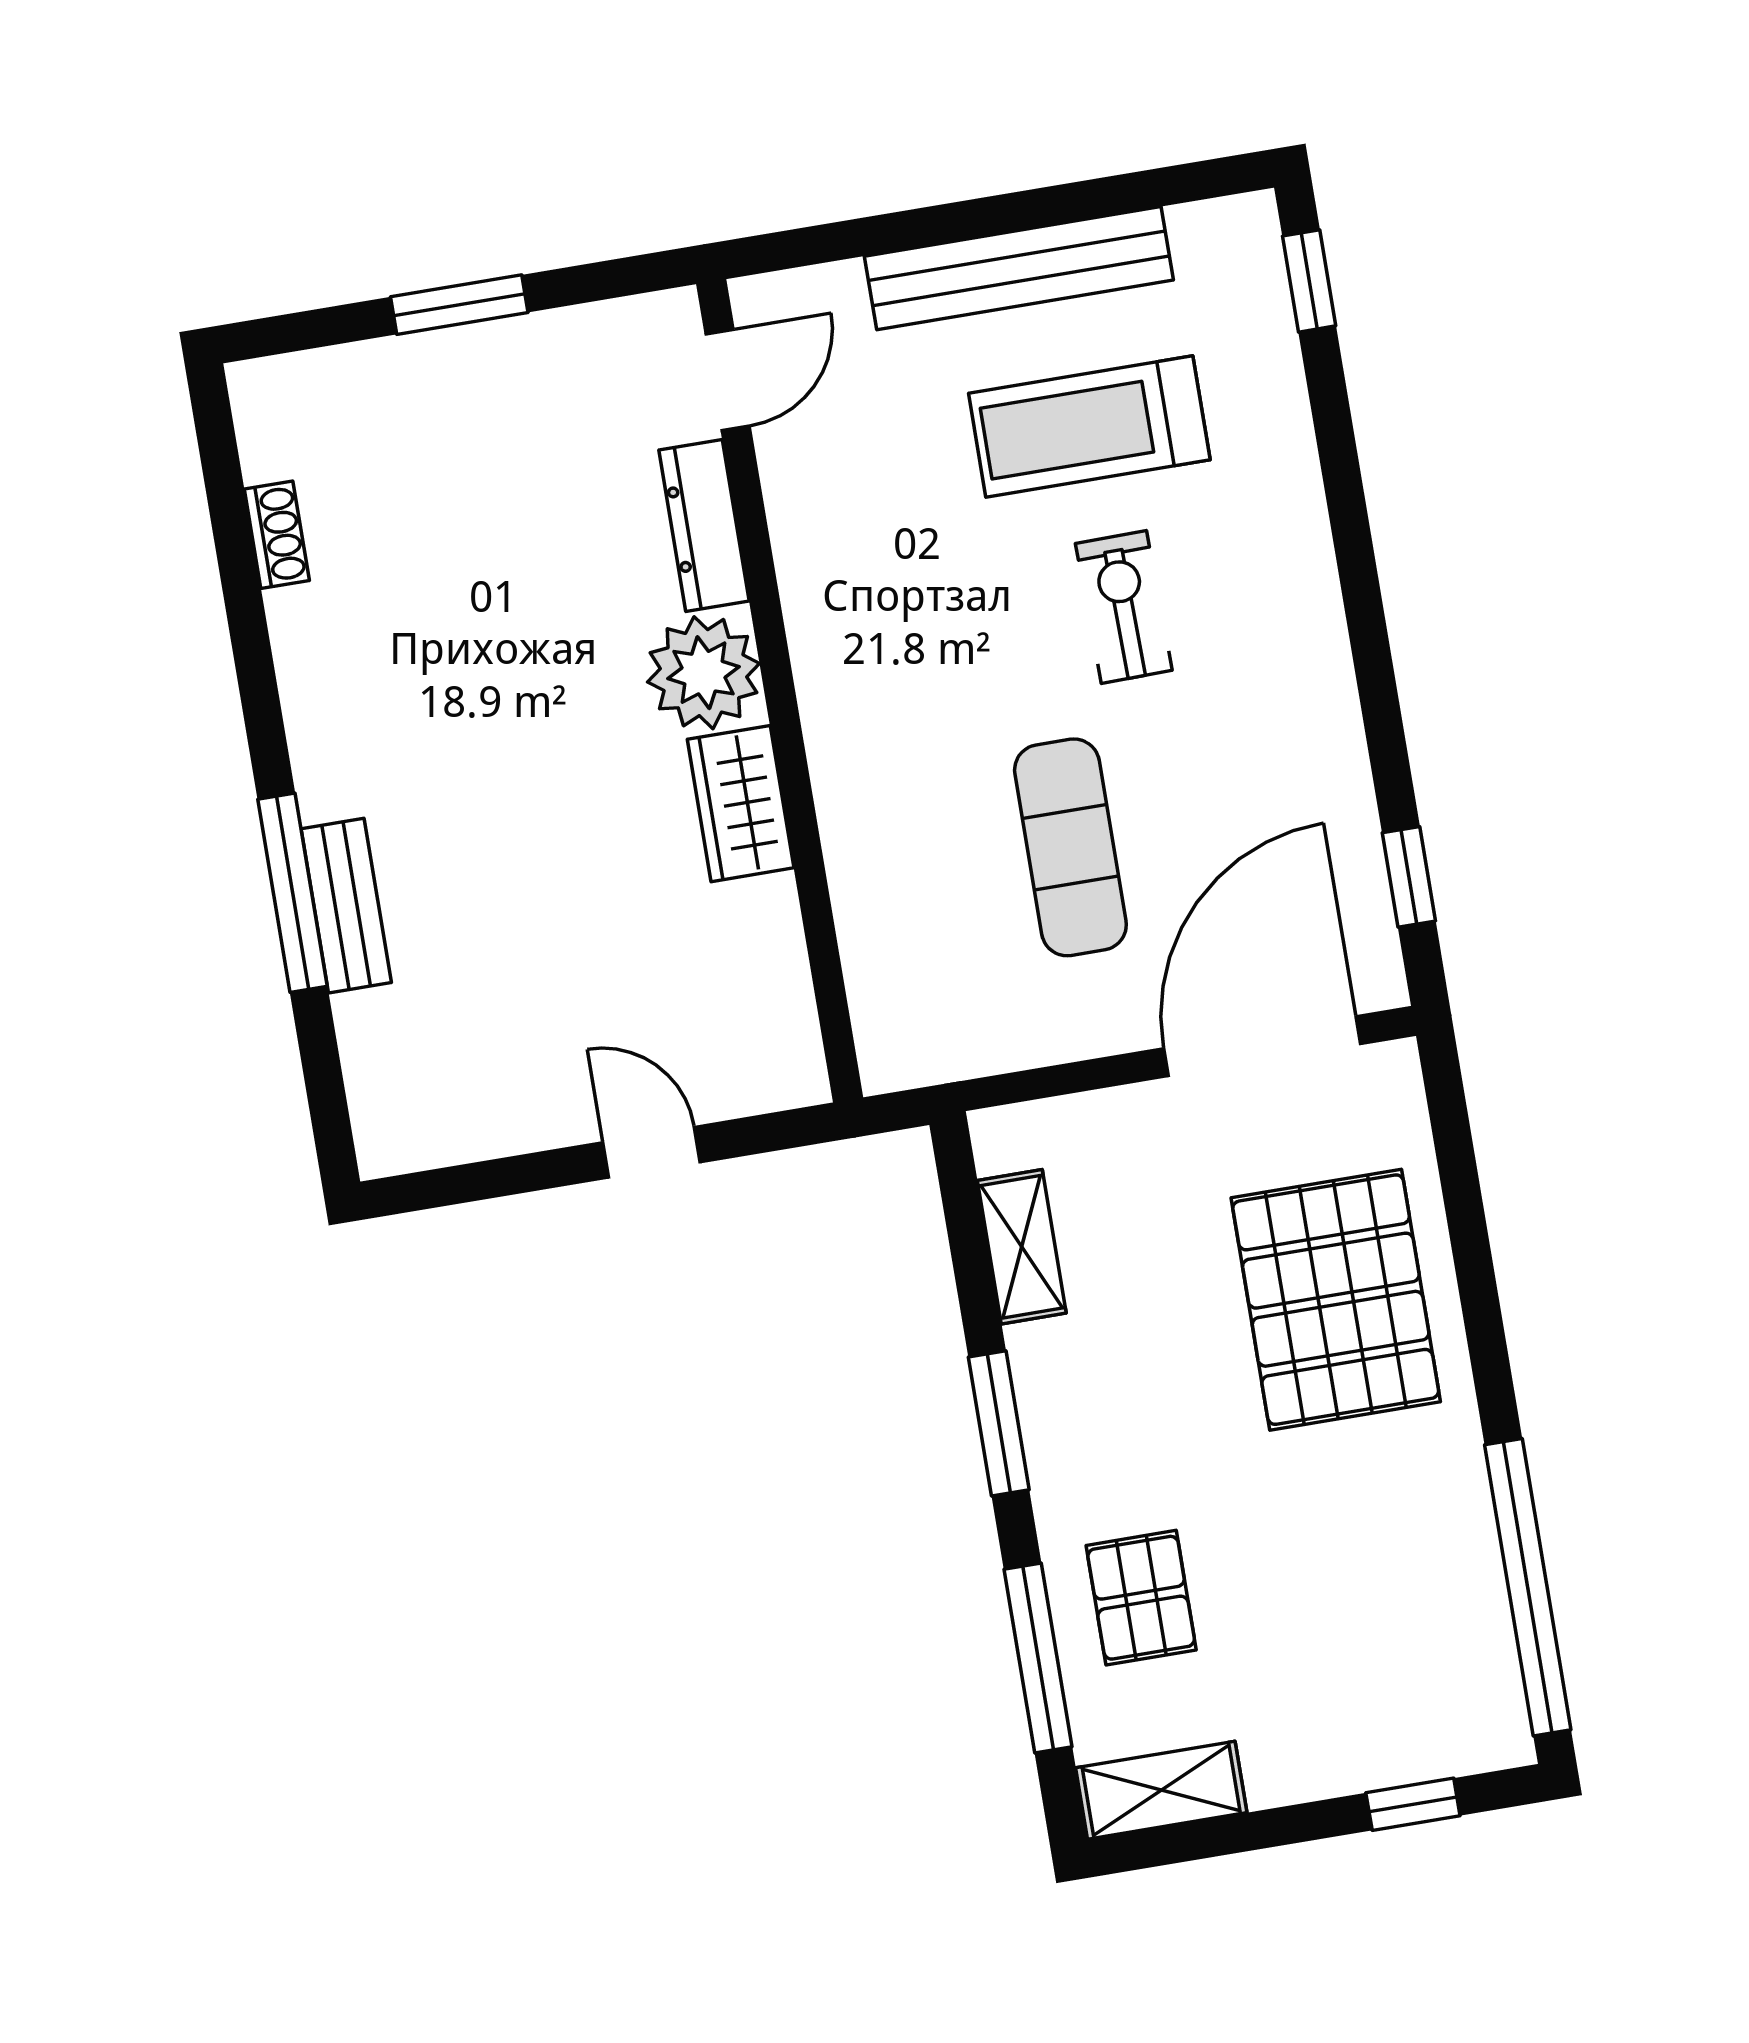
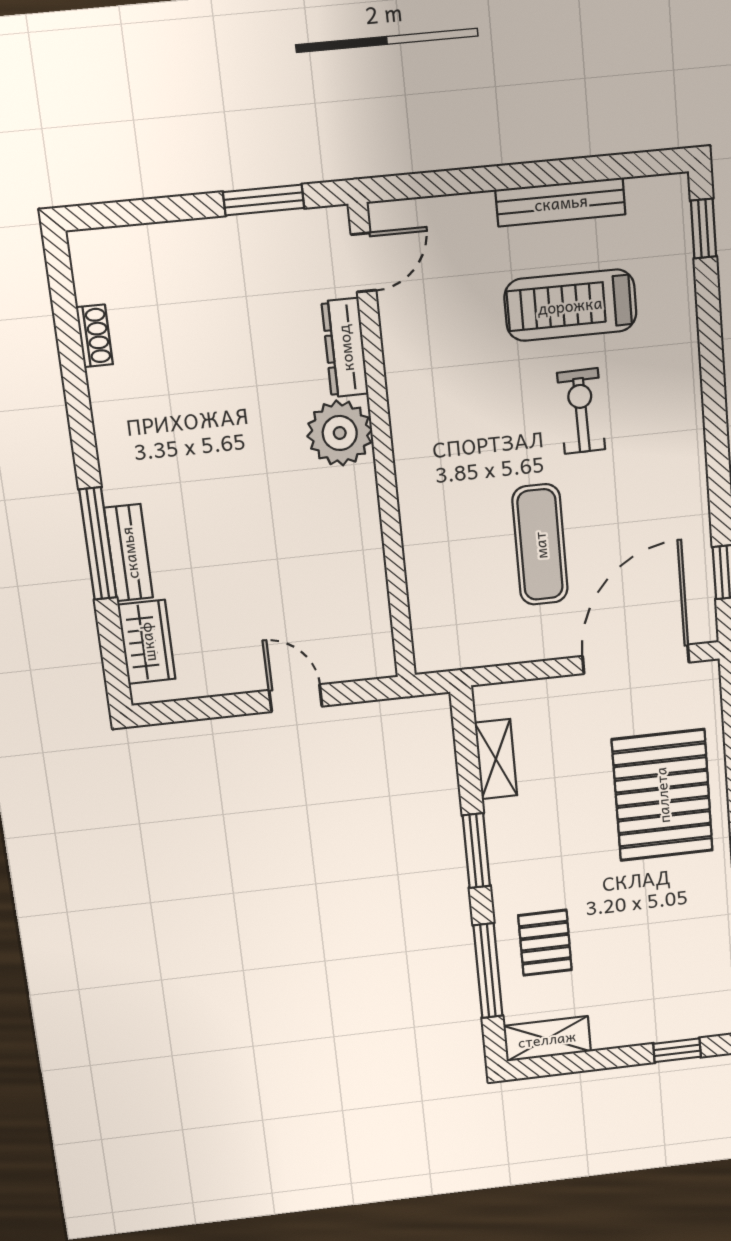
bench: (1019, 268) -> (561, 202), width x0.73, depth x0.82
window: (459, 305) -> (264, 200), moved
wardrobe: (741, 804) -> (147, 642), moved, turned 180

